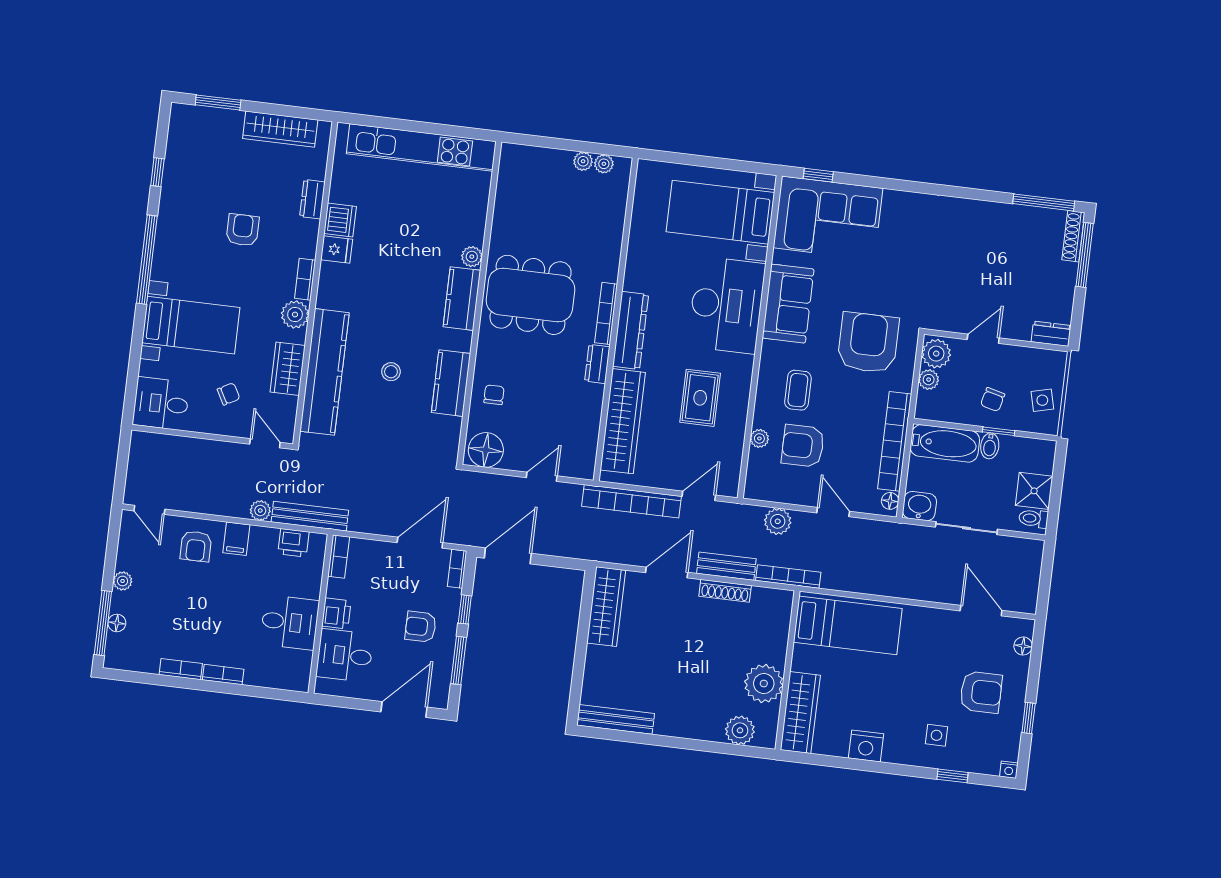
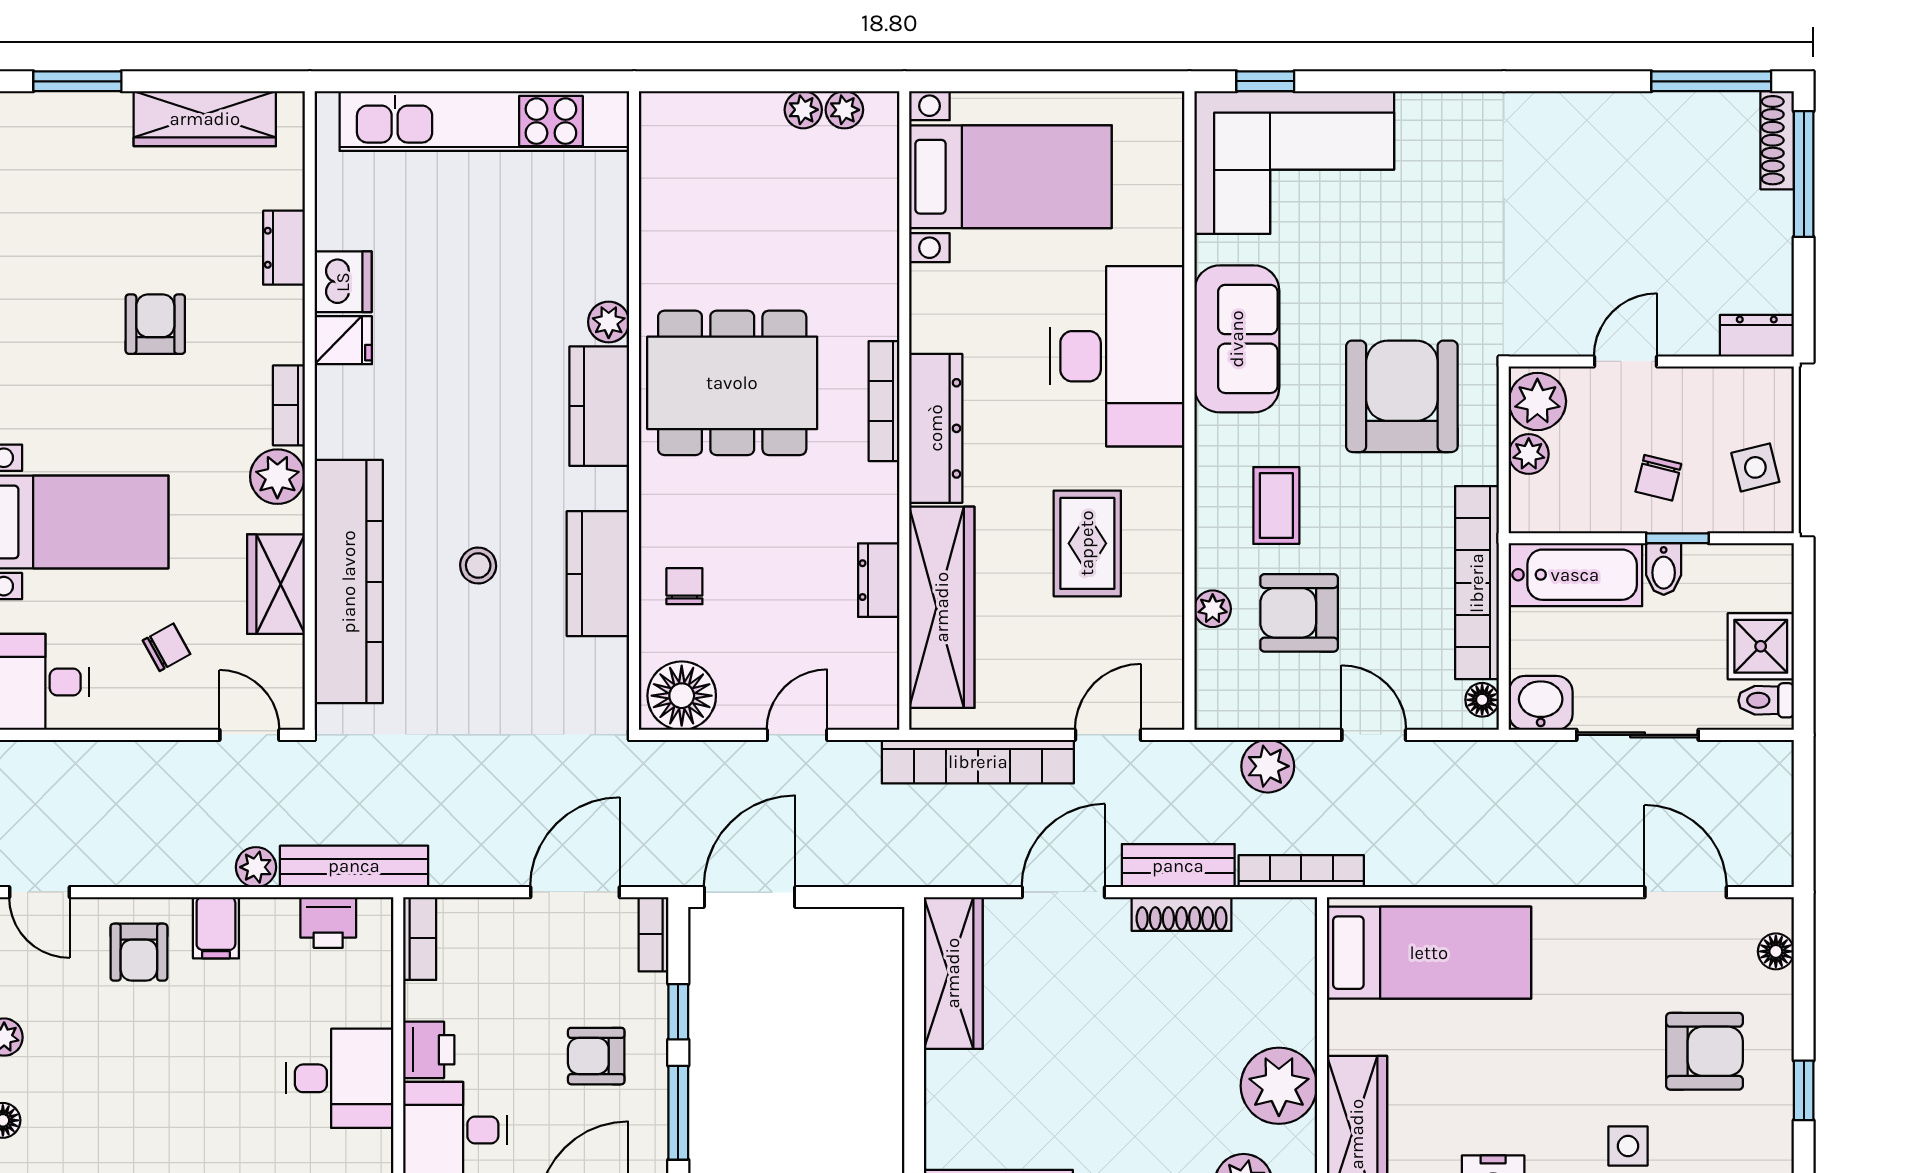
bed with nightstands: (720, 212) -> (1010, 177), moved, turned 180
dresser: (597, 364) -> (879, 580), moved

